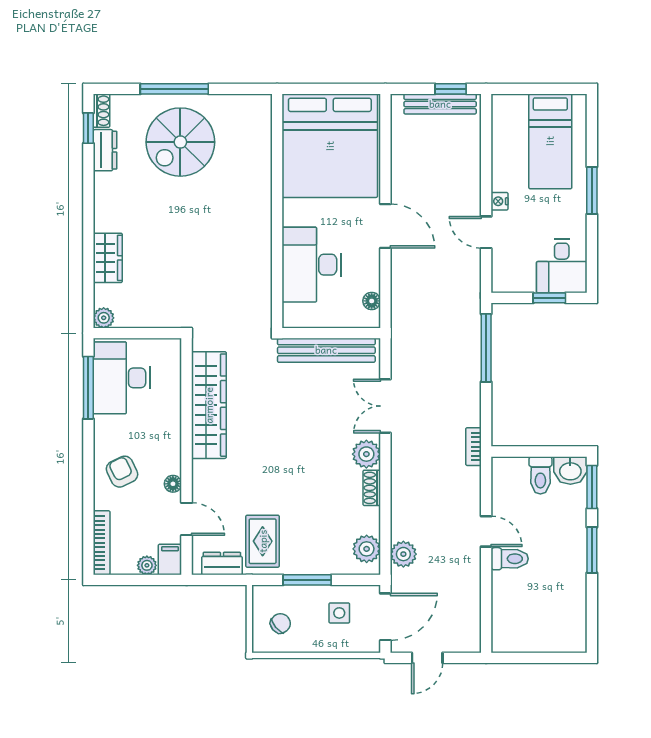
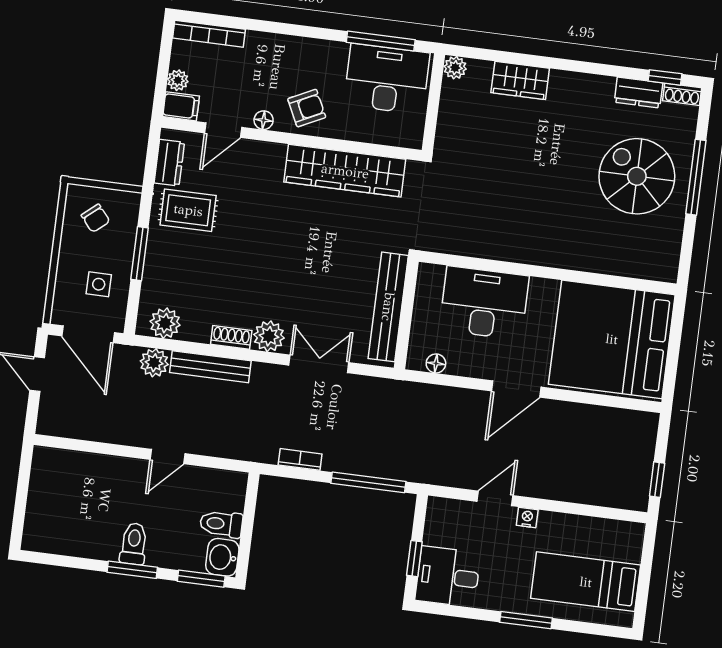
bench: (440, 104) -> (210, 367), moved, turned 90
bookcase: (474, 447) -> (300, 459), moved
armchair: (122, 472) -> (307, 108), moved
toilet: (510, 559) -> (134, 544), moved, turned 180

